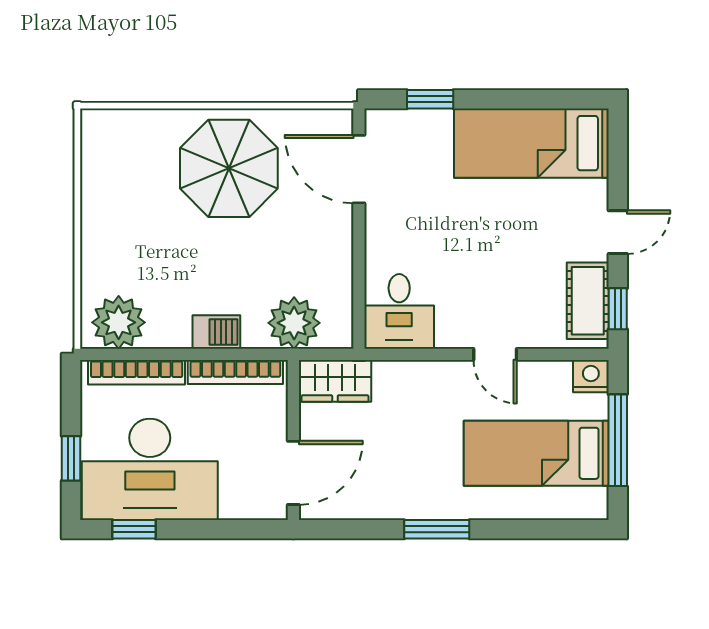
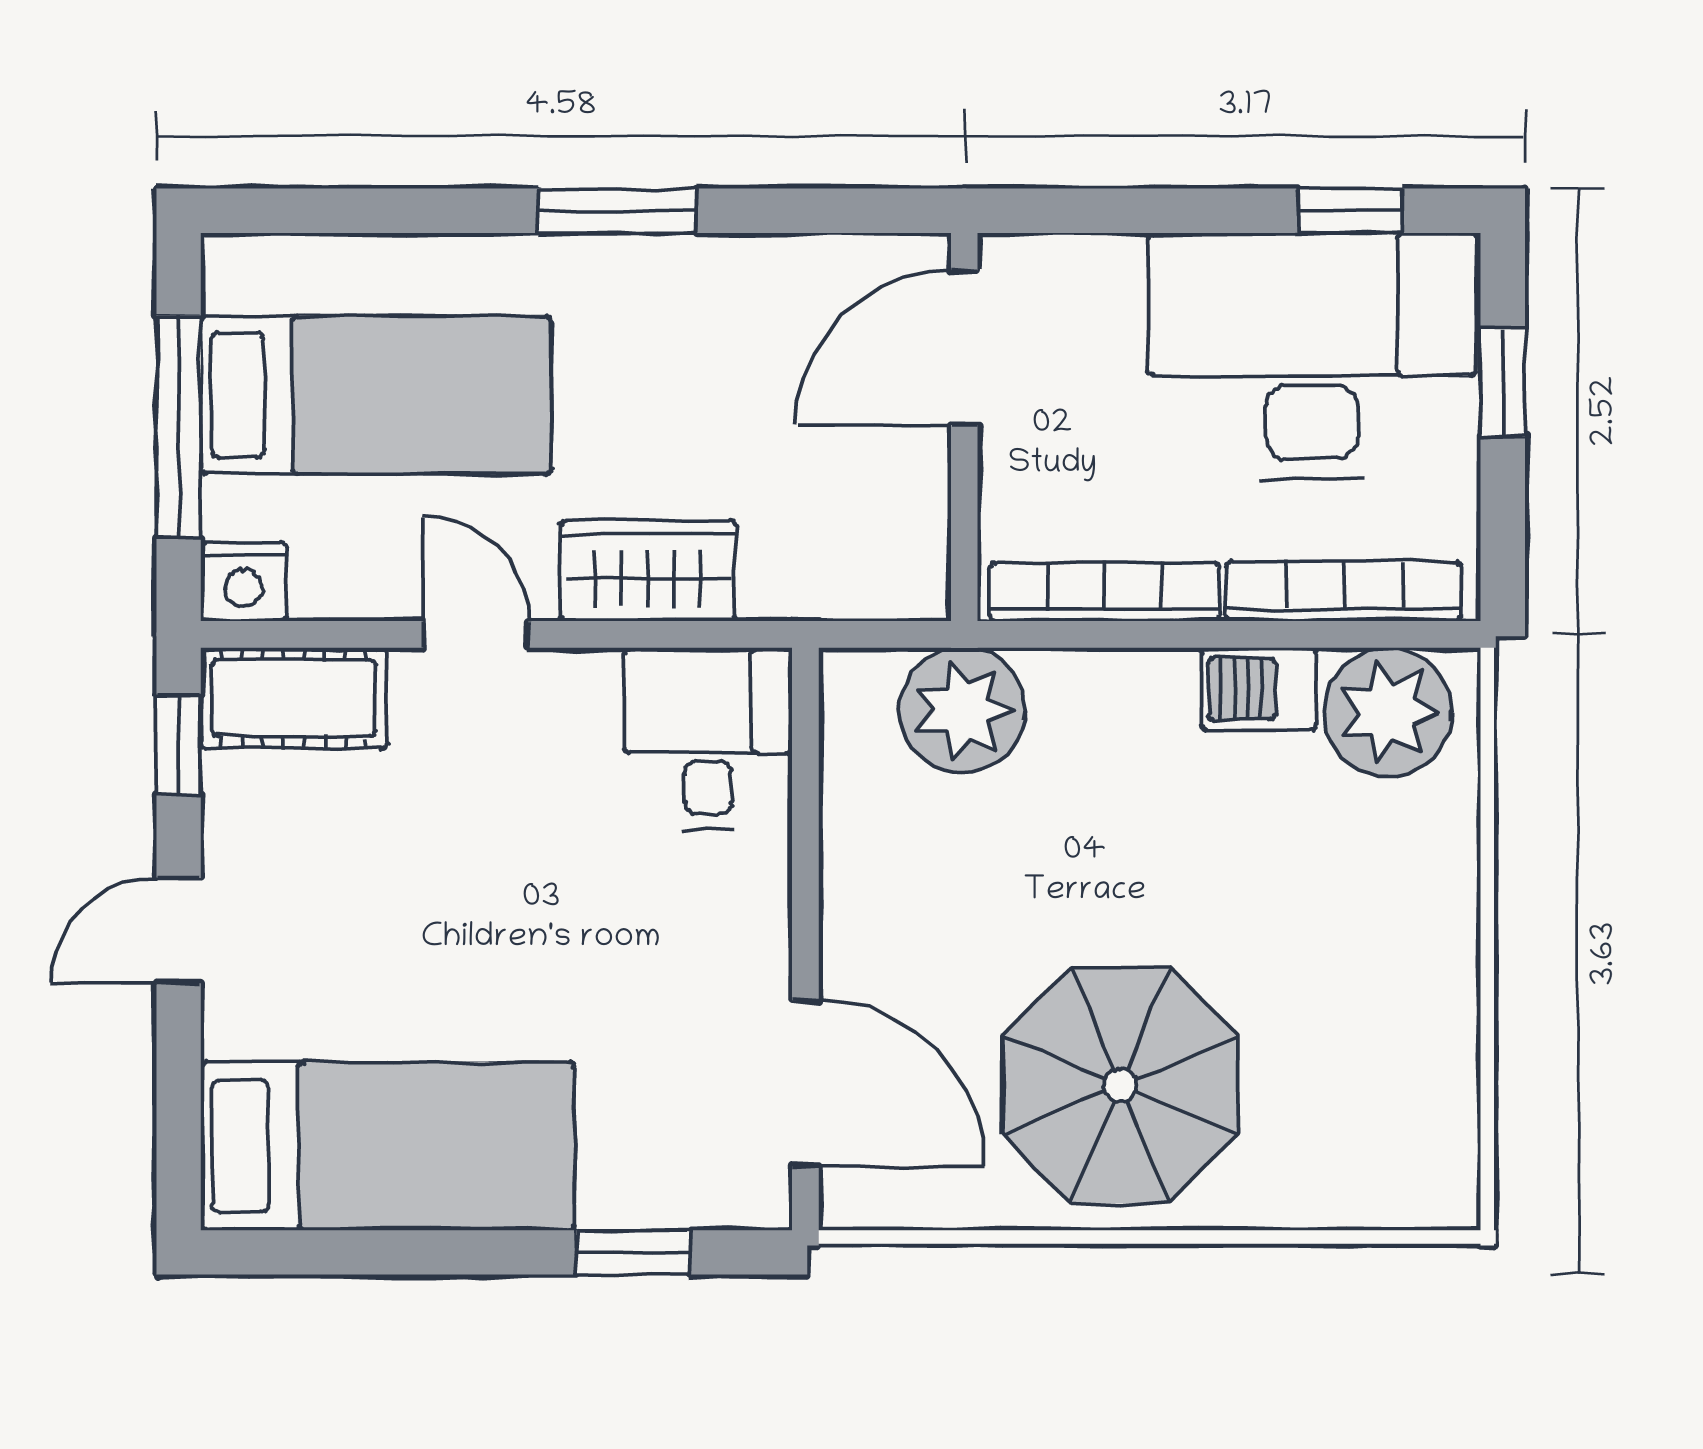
cot: (588, 301) -> (294, 698), moved, turned 90
barbecue: (216, 332) -> (1259, 689), moved
wardrobe: (335, 381) -> (648, 570), moved

